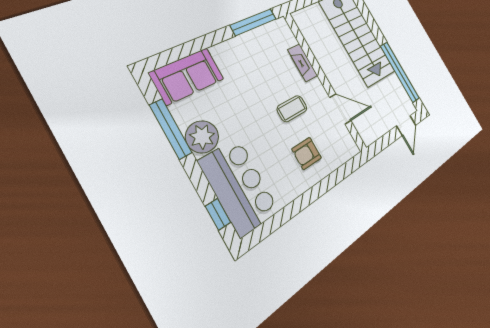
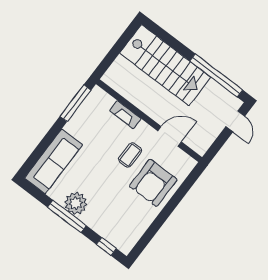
sofa: (187, 76) -> (53, 161), width x1.36
window: (171, 129) -> (67, 216), moved
armchair: (307, 153) -> (153, 183), width x1.88, depth x1.88
bar counter: (239, 187) -> (113, 225), removed

